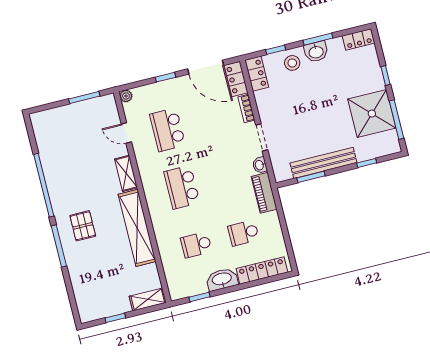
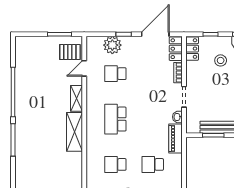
stool: (292, 63) -> (221, 60), moved
door: (206, 67) -> (155, 34), swing flipped
plant: (126, 96) -> (112, 45), moved, width x1.87, depth x1.87
school desk: (168, 130) -> (115, 74), width x0.54
door: (126, 133) -> (84, 68), hinge flipped
pallet: (83, 226) -> (70, 52), moved, turned 90
shelving: (137, 228) -> (74, 132), width x0.68

